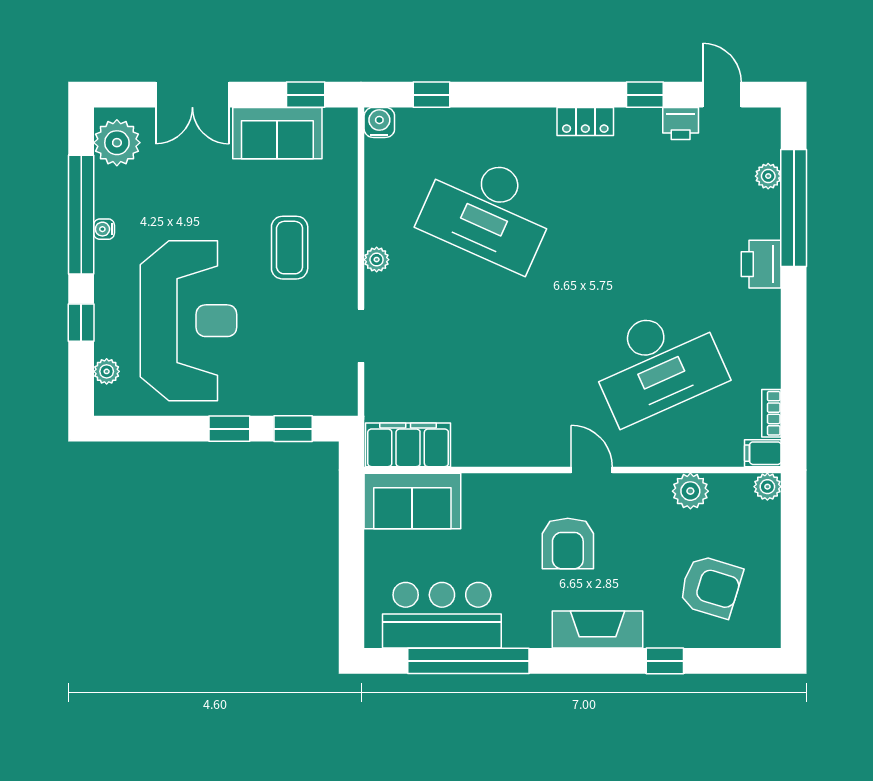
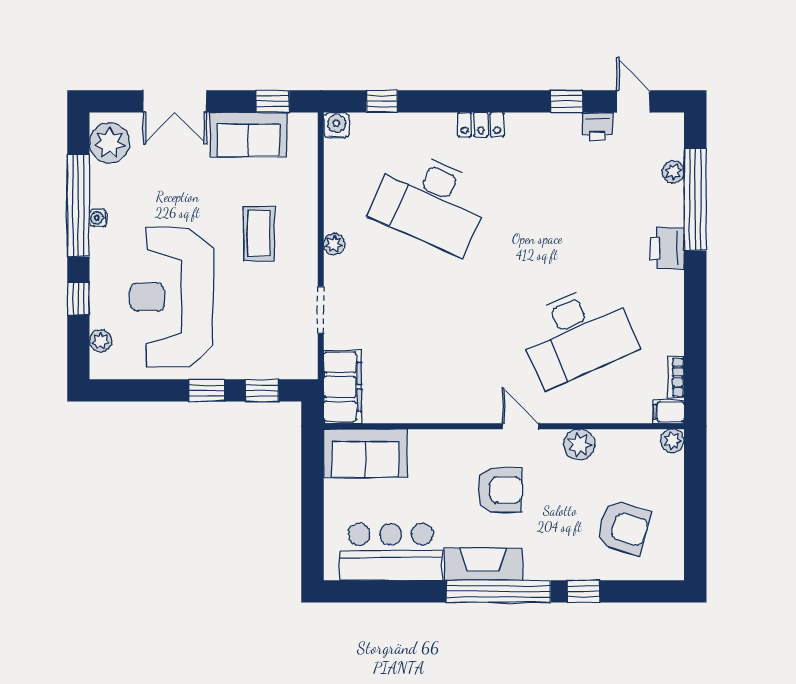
locker: (585, 121) -> (481, 125), moved
reception desk: (188, 321) -> (171, 297), turned 180
filing cabinet: (408, 445) -> (343, 387), moved, turned 90
plant: (690, 491) -> (579, 445), moved
armchair: (568, 543) -> (500, 490), turned -90
fireplace: (598, 630) -> (483, 564), moved
window: (468, 661) -> (499, 591), moved

